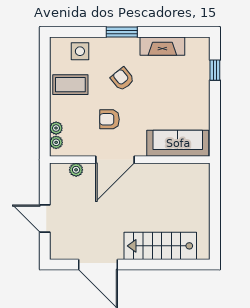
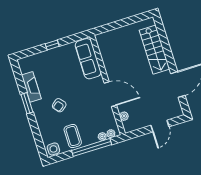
window: (122, 32) -> (27, 103), moved
side table: (80, 51) -> (53, 149), moved
window: (215, 70) -> (52, 45), moved
window: (45, 107) -> (92, 147), added
armchair: (109, 119) -> (86, 105), removed

